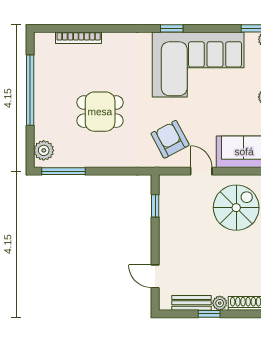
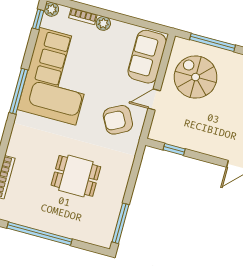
window: (172, 28) -> (19, 91), width x2.17
dining table: (100, 112) -> (76, 176), turned 90
plant: (44, 150) -> (97, 236), removed

